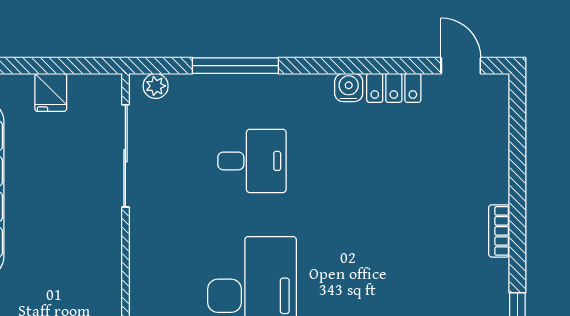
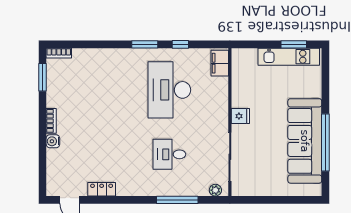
water cooler: (349, 88) -> (53, 141), moved, turned 90
fridge: (51, 92) -> (240, 116), moved, turned 90

